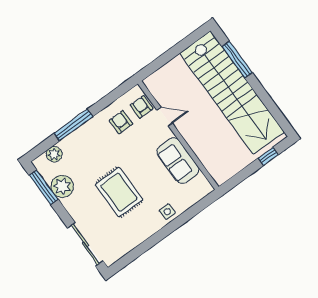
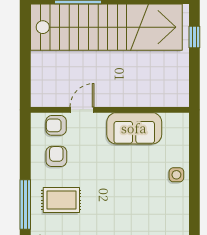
armchair: (121, 122) -> (56, 156), turned 90
rug: (119, 192) -> (61, 200), moved, width x0.73, depth x0.70

